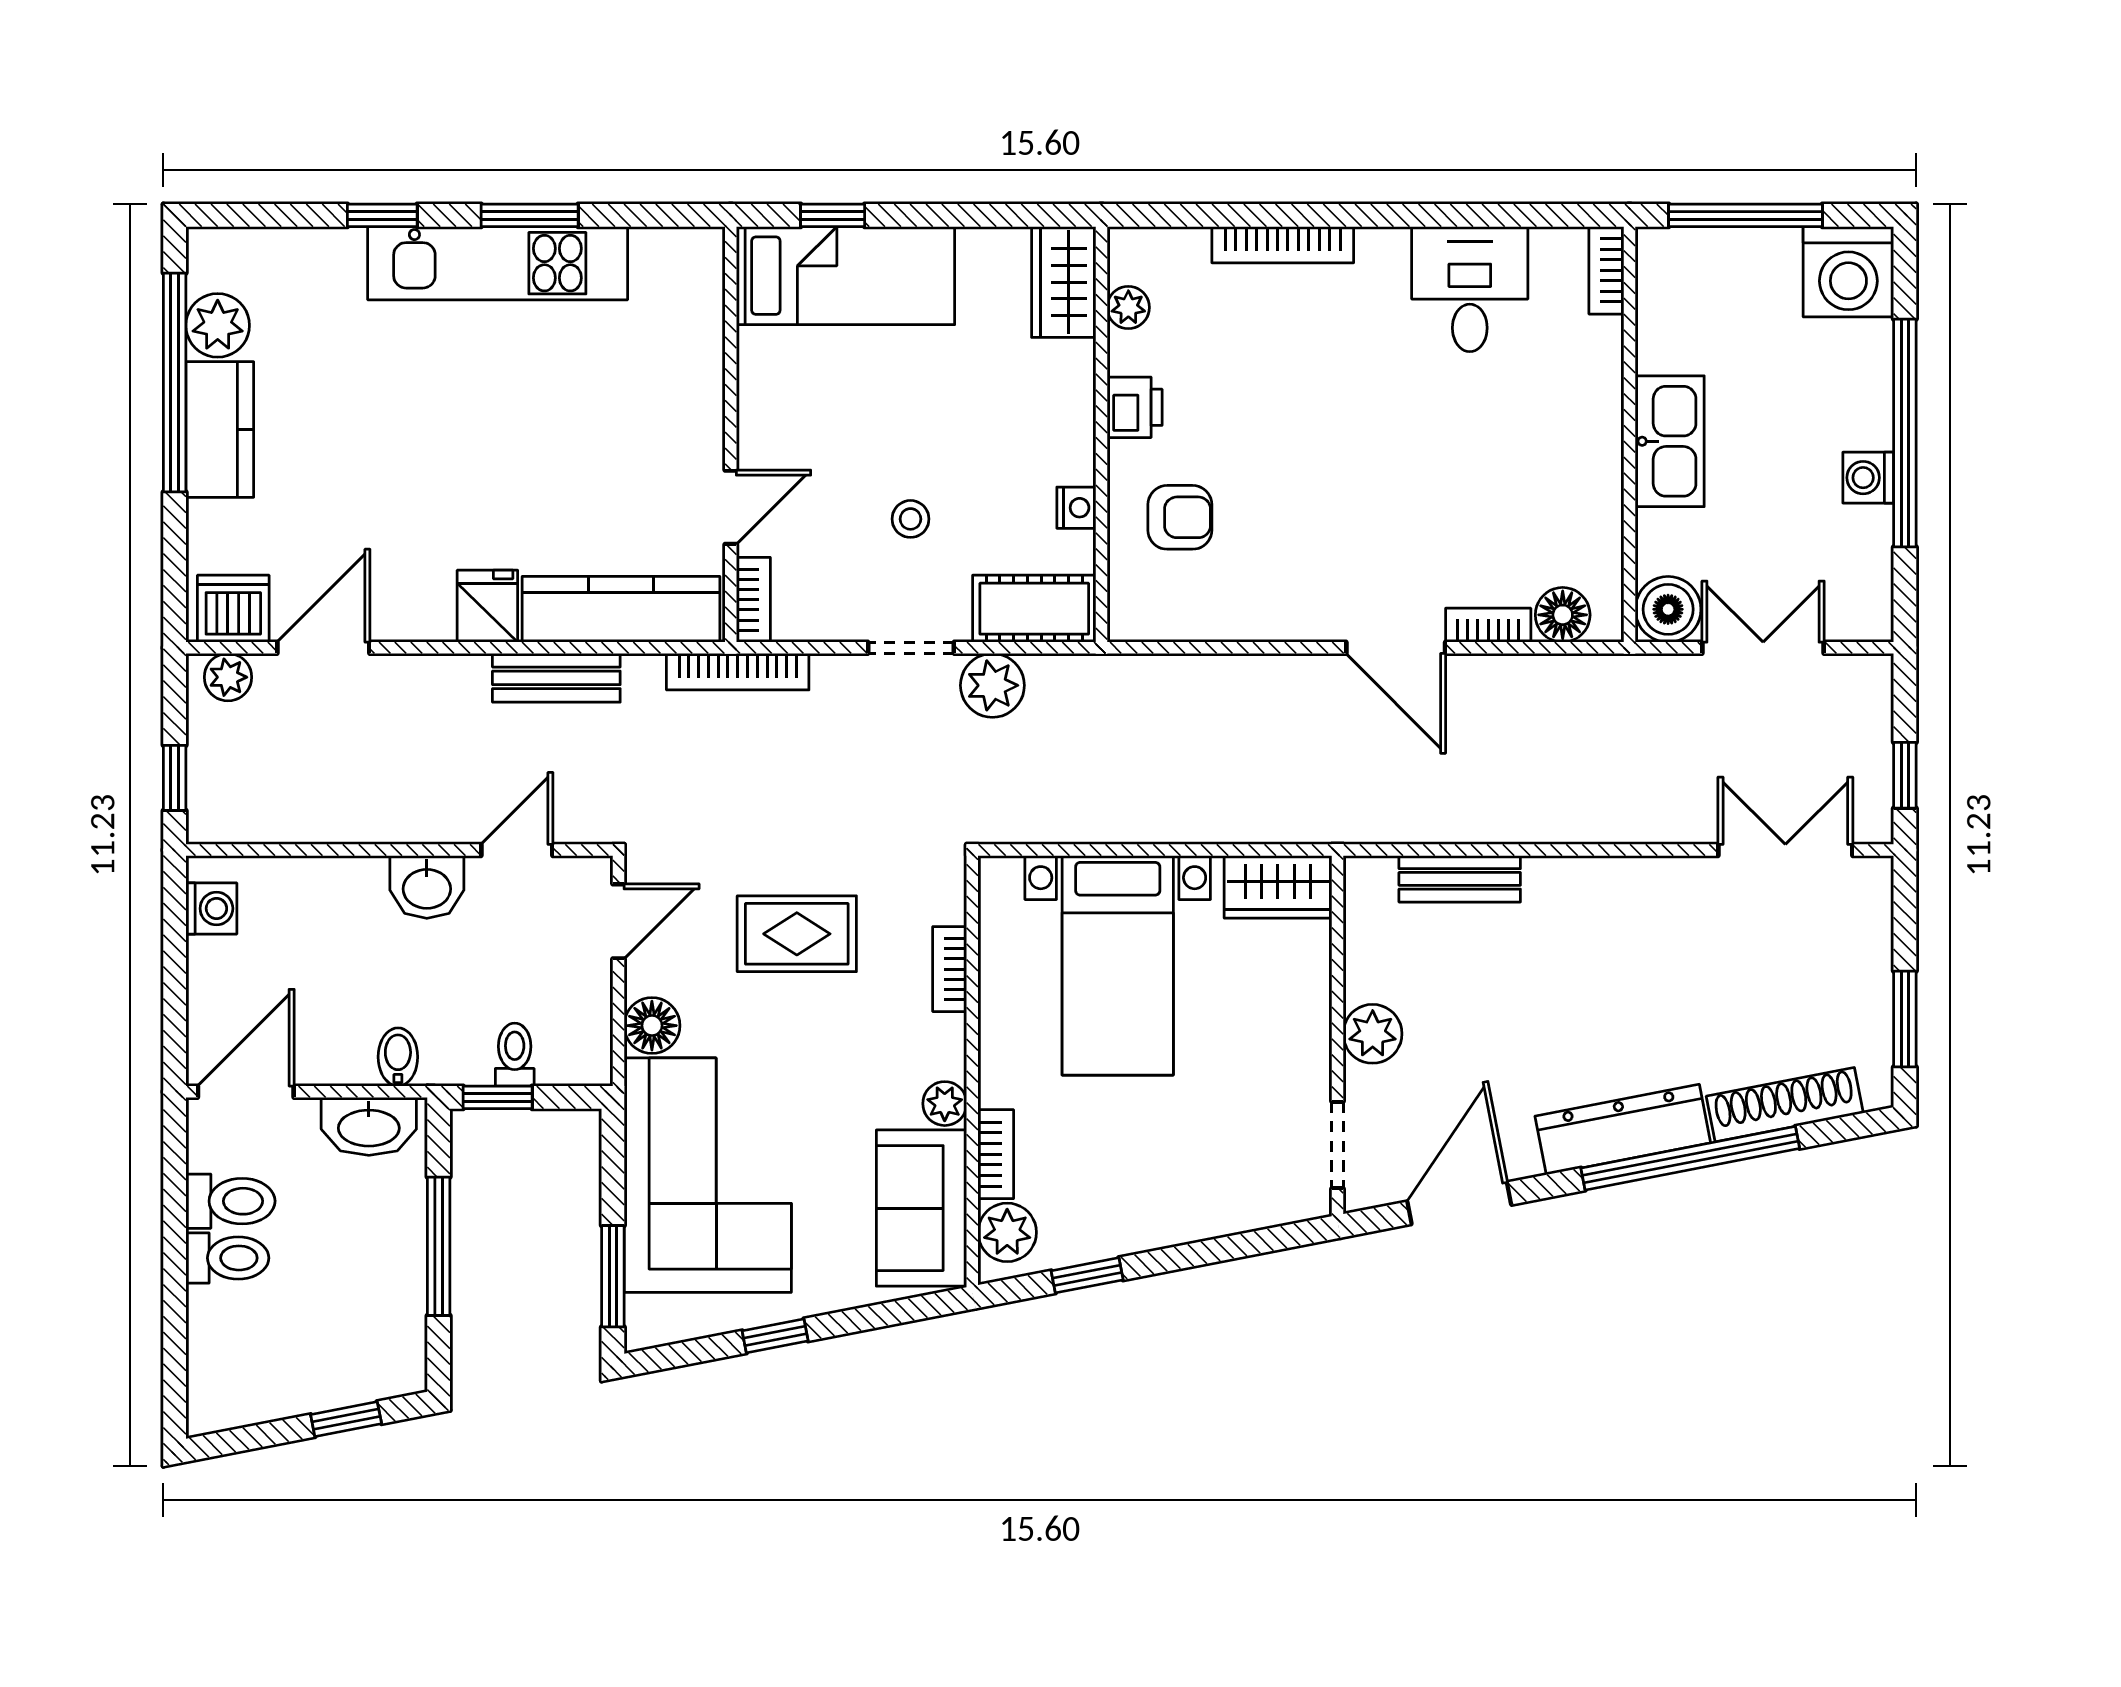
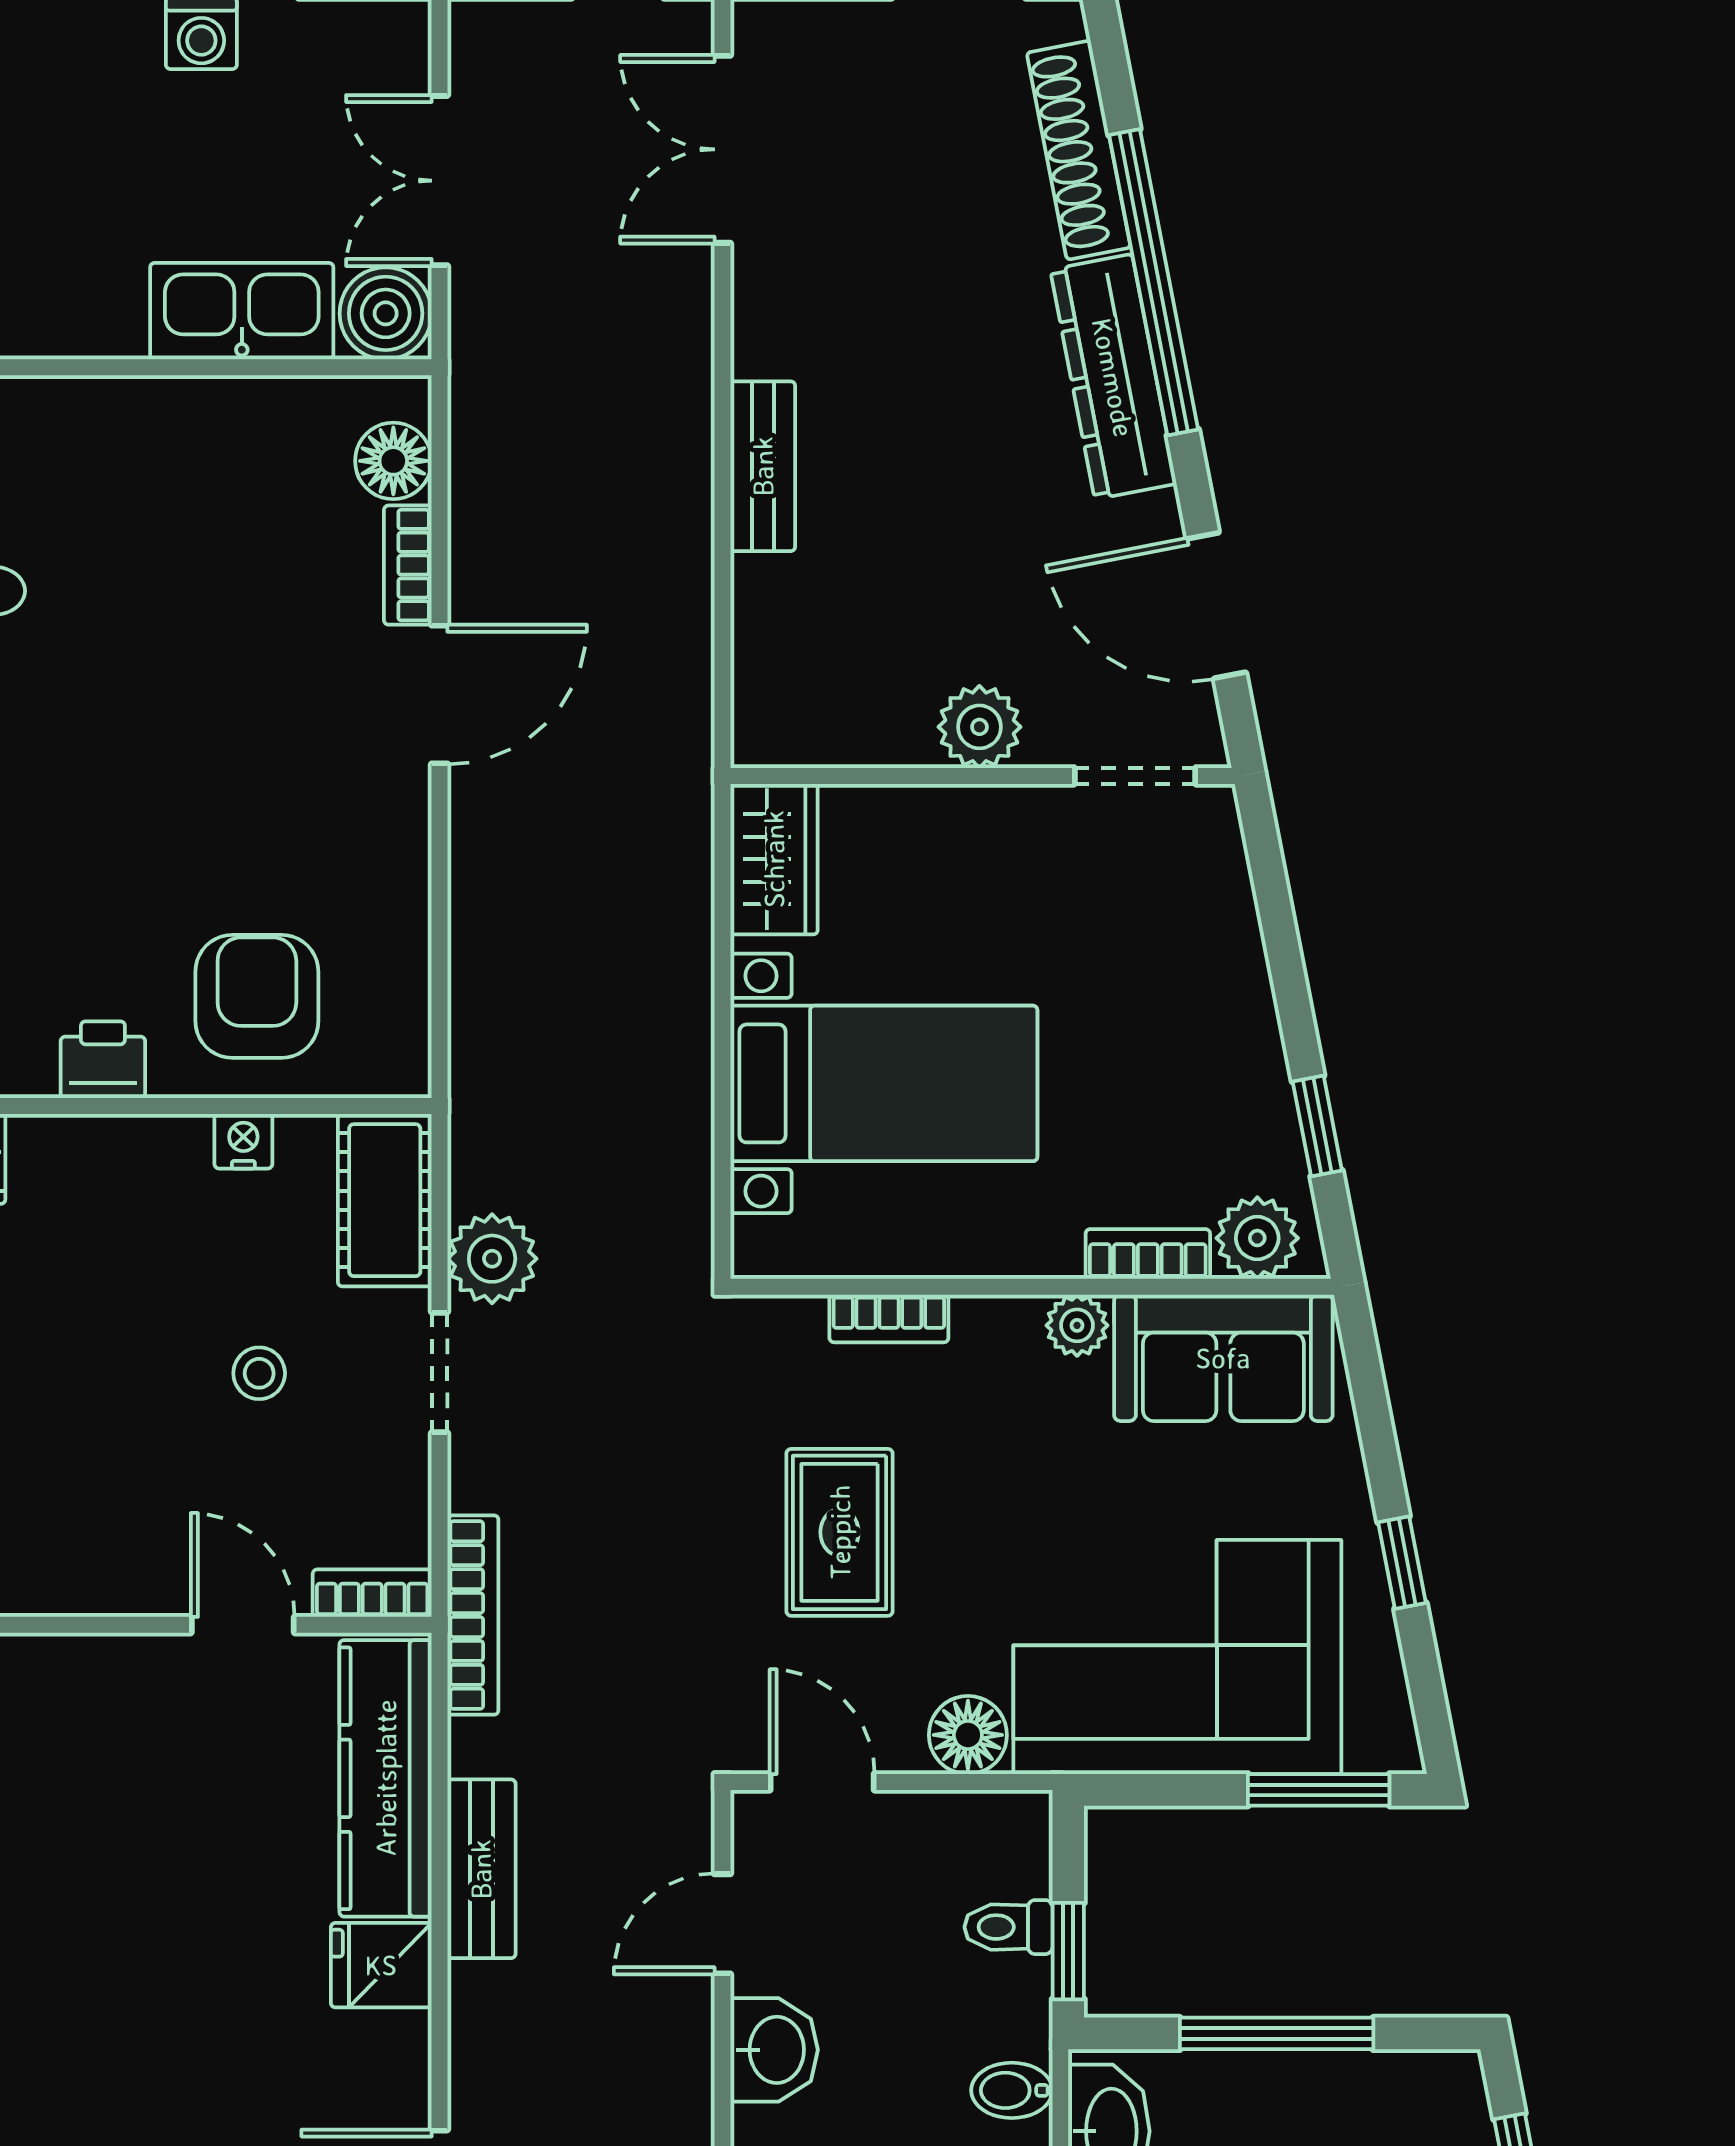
kitchen sink: (1670, 441) -> (242, 311), moved
armchair: (1180, 517) -> (257, 996), width x1.38, depth x1.38
door: (517, 850) -> (722, 1924), hinge flipped
bench: (1460, 879) -> (763, 466), moved

